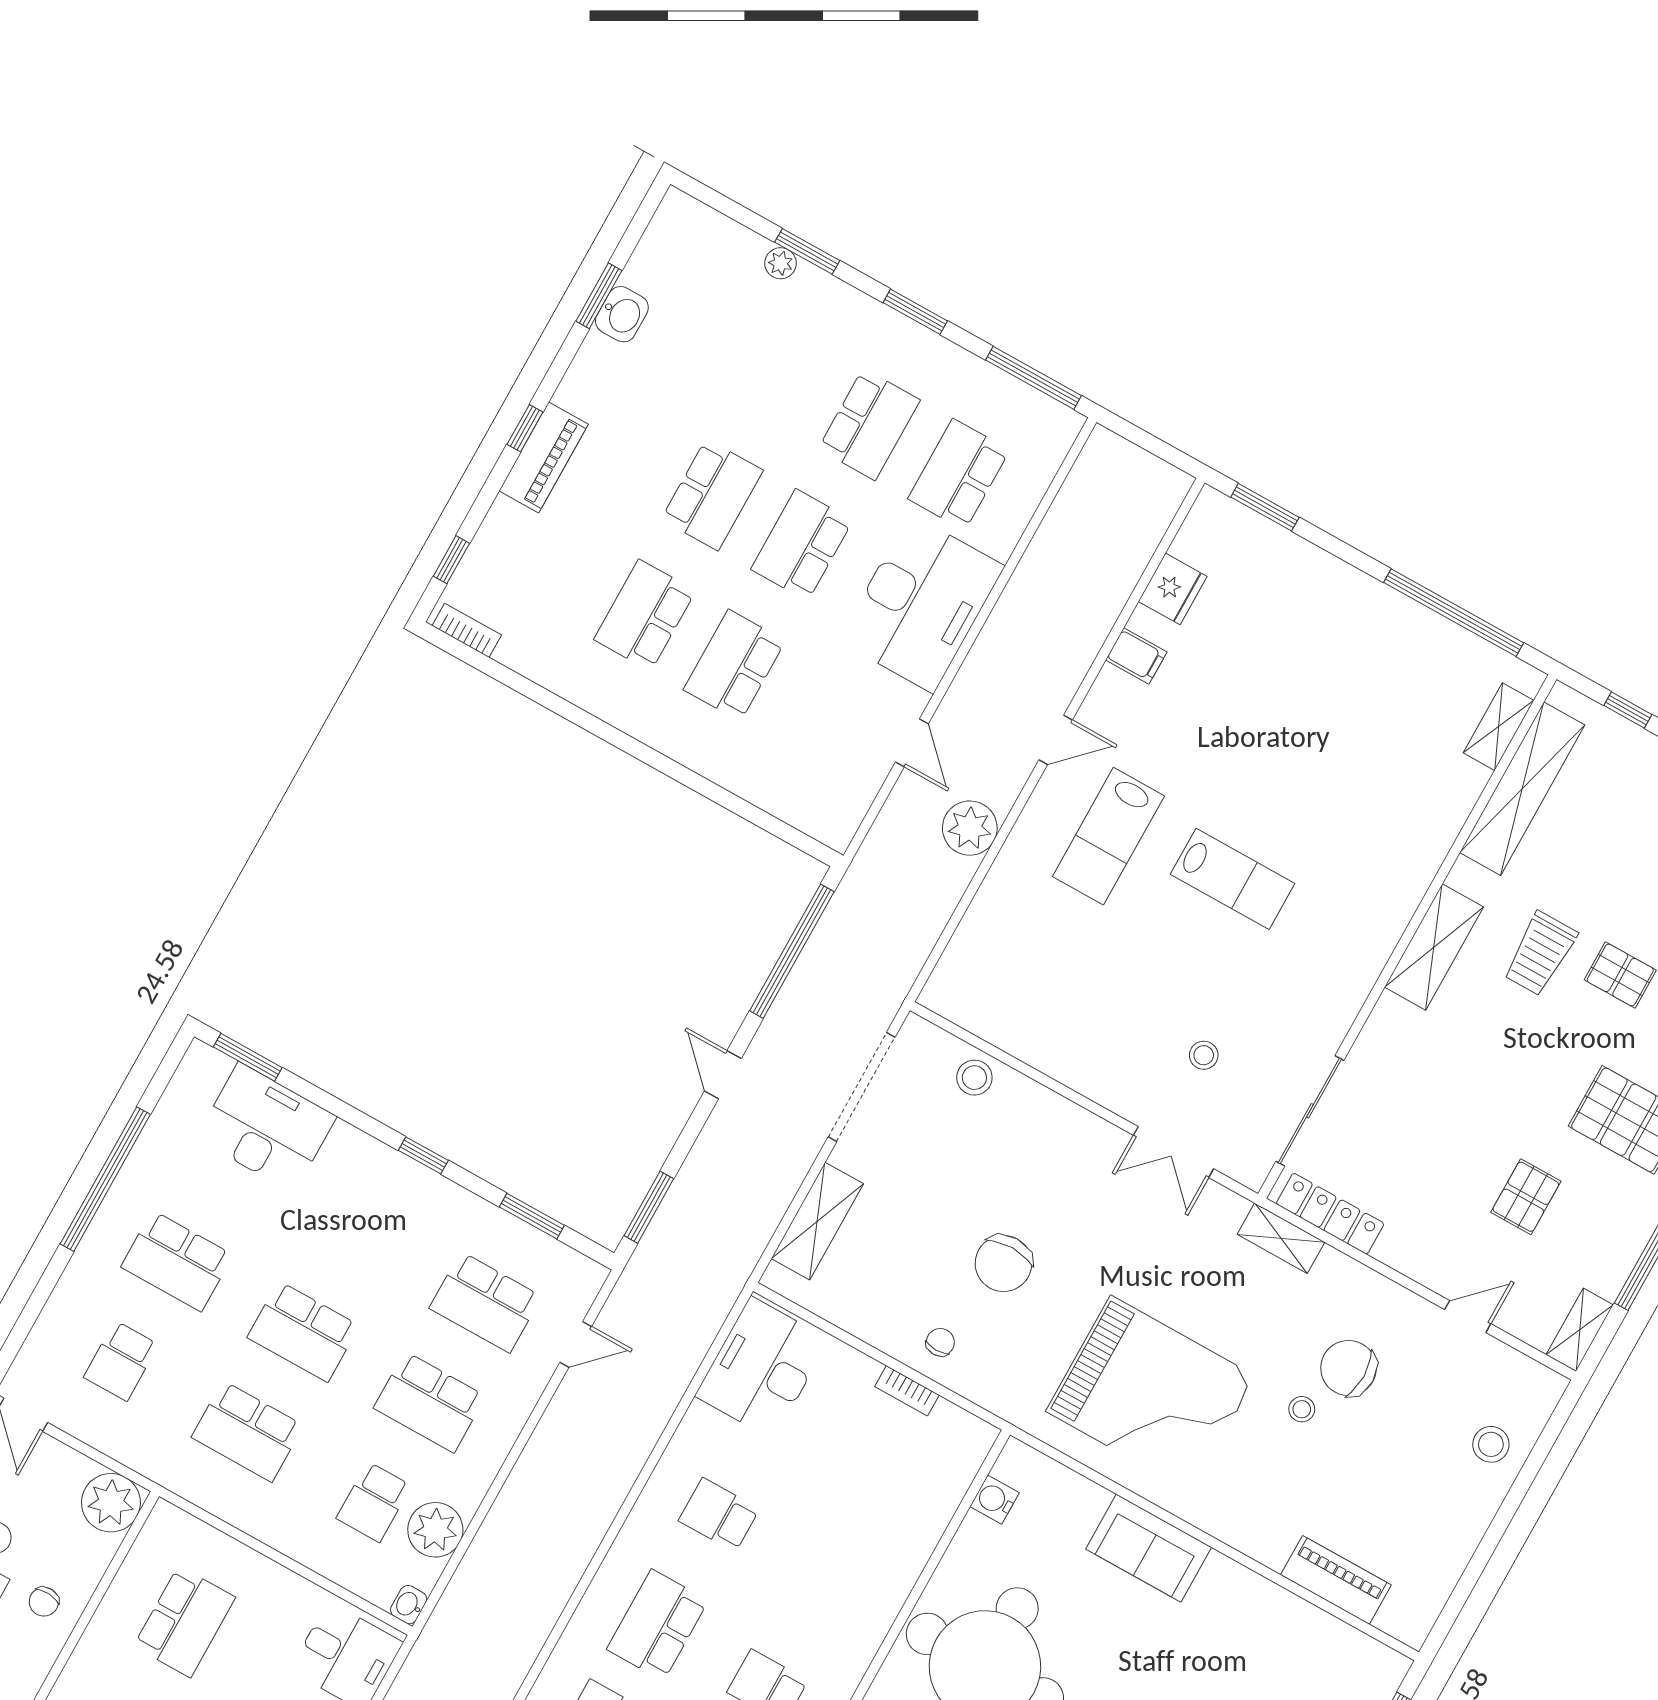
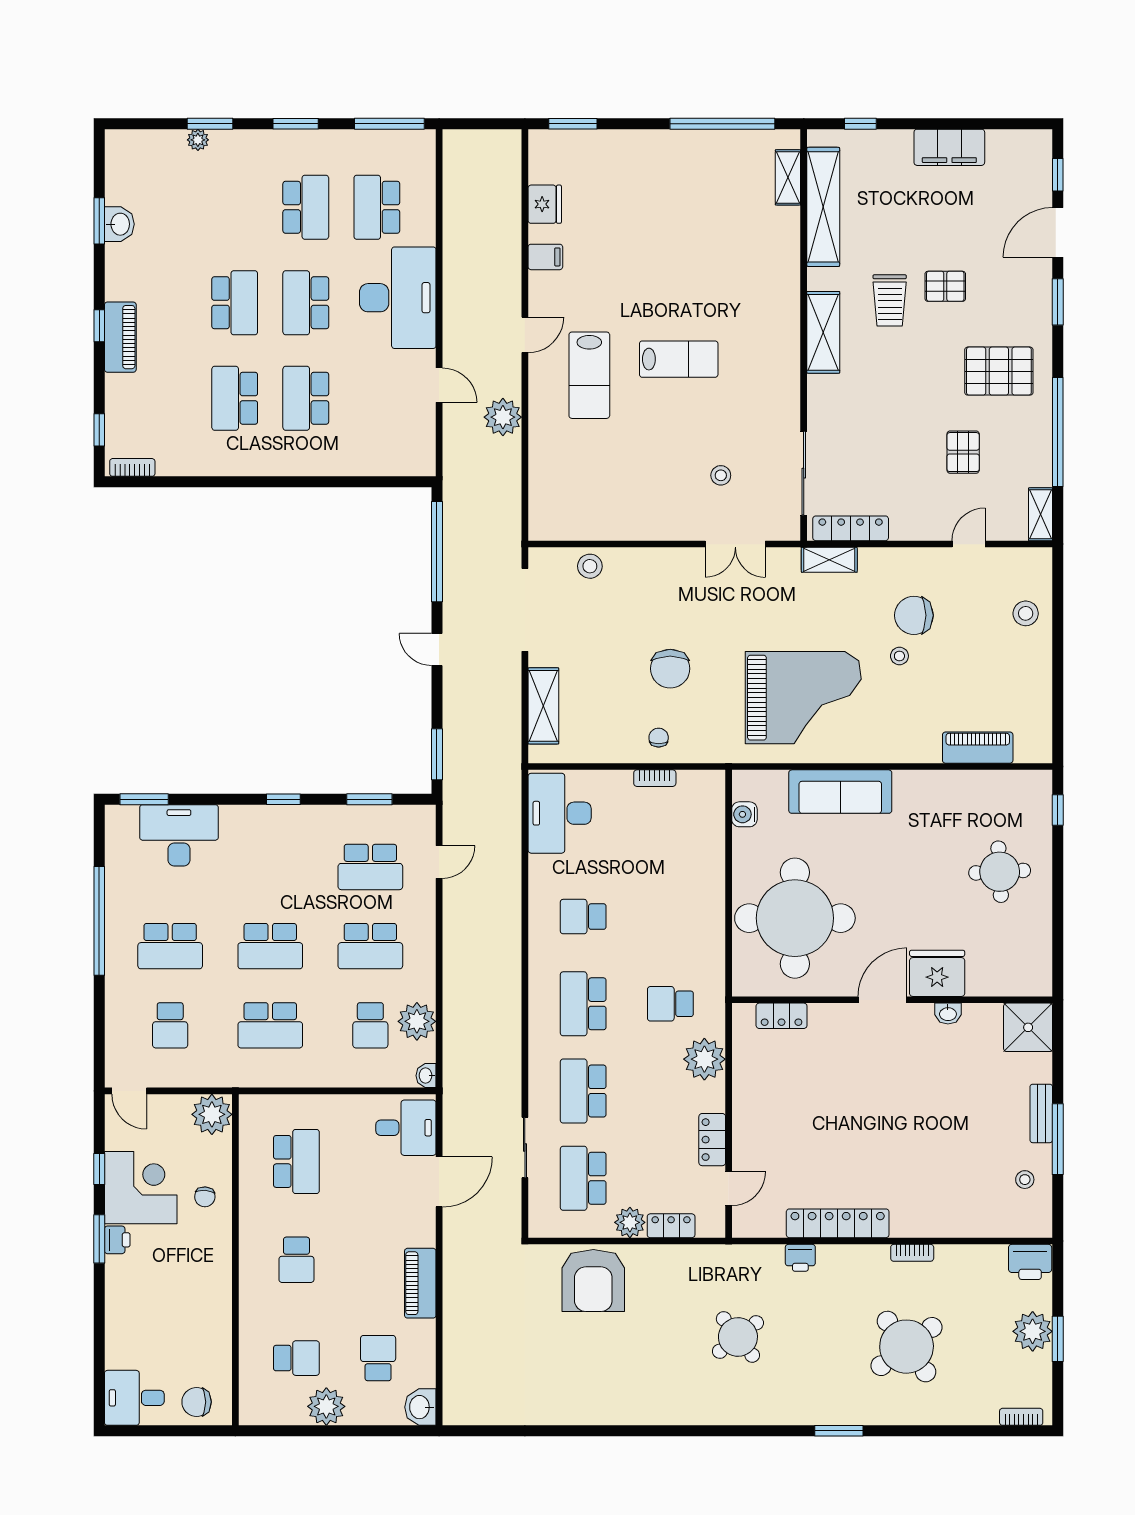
sofa: (1149, 1548) -> (840, 792), width x1.36

